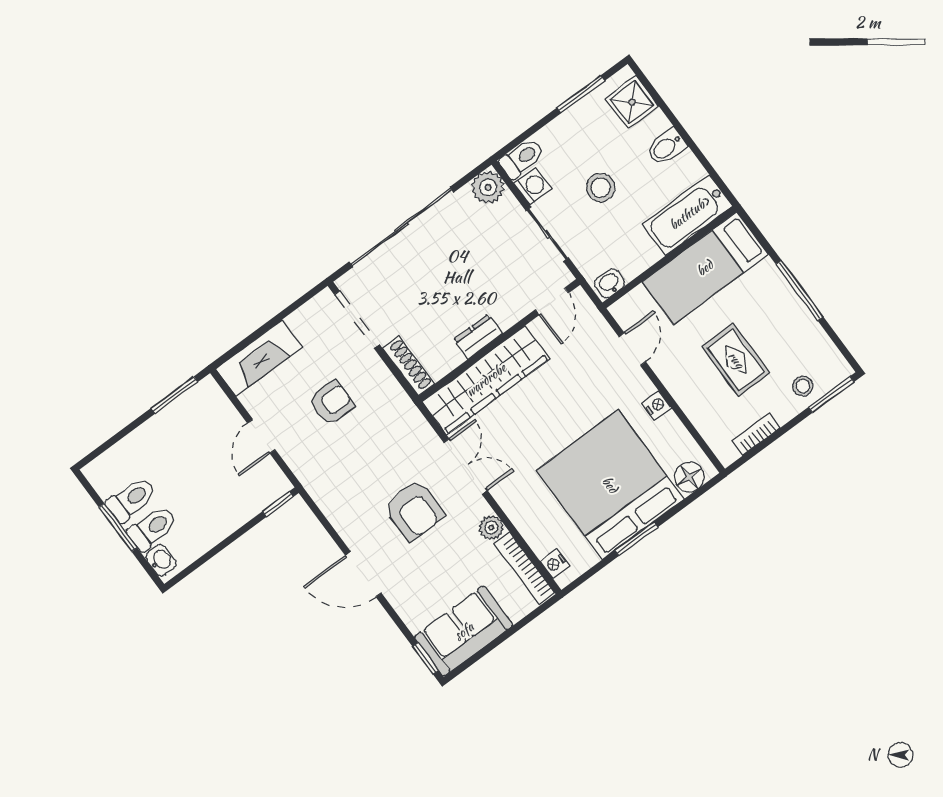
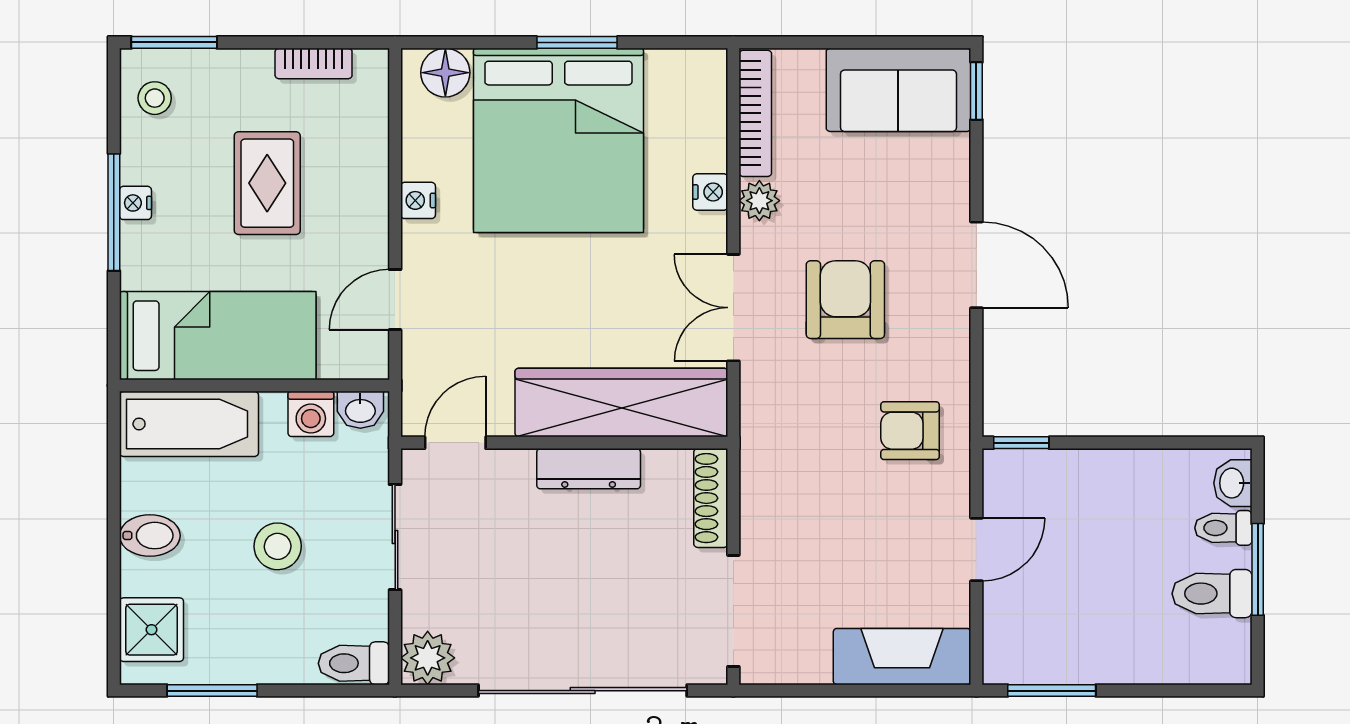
washing machine: (533, 186) -> (311, 414), moved, turned -90
nightstand: (793, 303) -> (135, 203), added
dresser: (478, 337) -> (589, 469), width x1.44
stool: (803, 386) -> (155, 98), moved
armchair: (332, 403) -> (910, 431), moved
toilet: (152, 528) -> (1223, 528), width x0.73, depth x0.72
nightstand: (555, 564) -> (710, 192), moved

